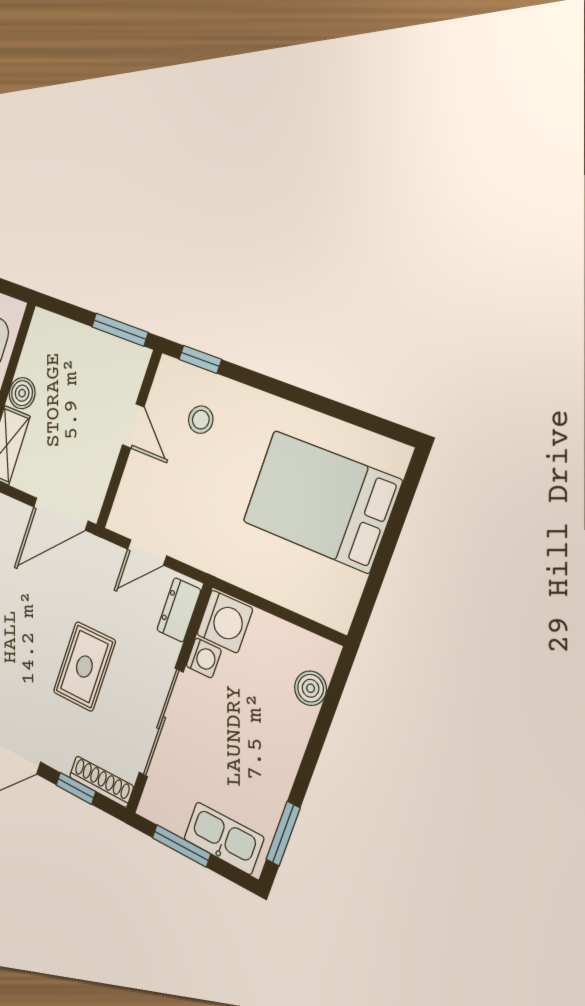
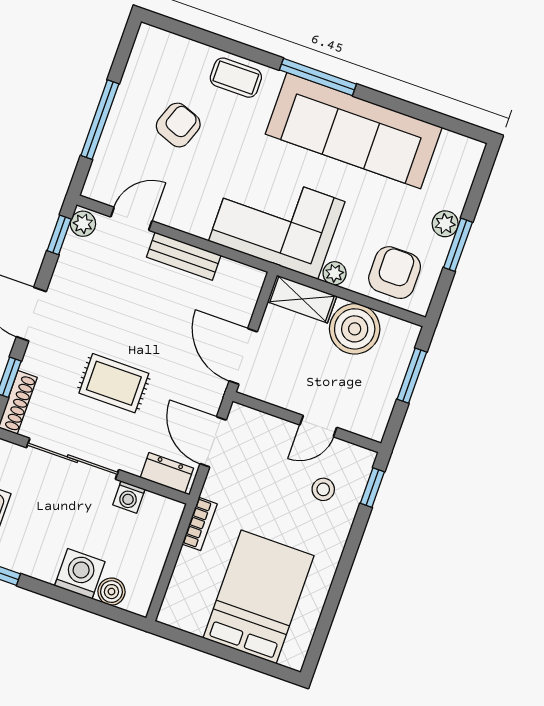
window: (120, 330) -> (412, 376), moved
boiler: (22, 393) -> (355, 329), width x1.86, depth x1.86
door: (147, 552) -> (213, 442), width x1.38
bookcase: (236, 573) -> (200, 524), added
washing machine: (225, 622) -> (80, 574), moved, turned 180

